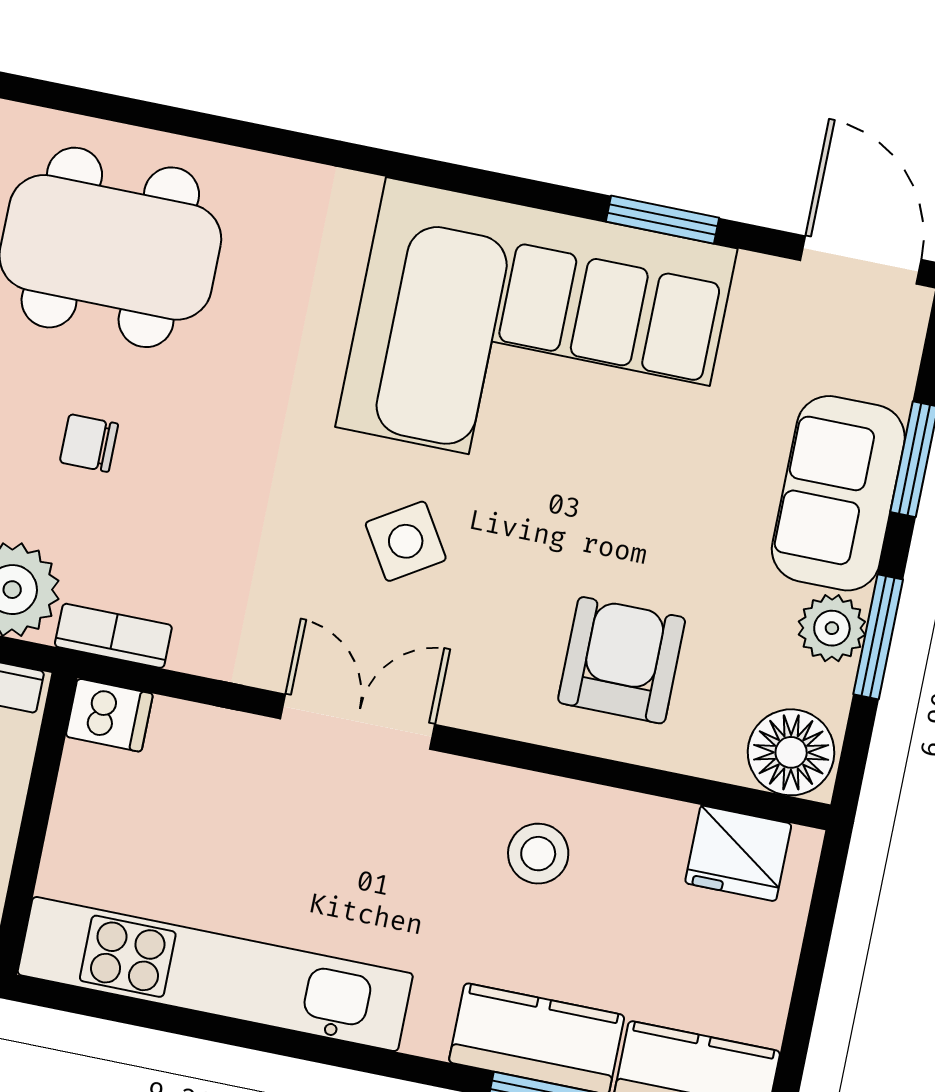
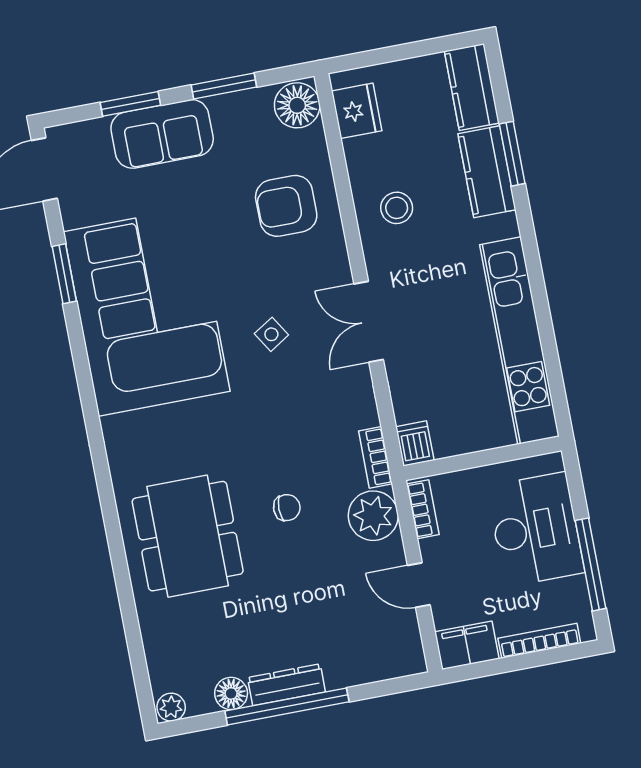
chair: (89, 443) -> (287, 508), turned -90
side table: (406, 541) -> (271, 334), width x0.73, depth x0.73
plant: (832, 628) -> (229, 110), removed

